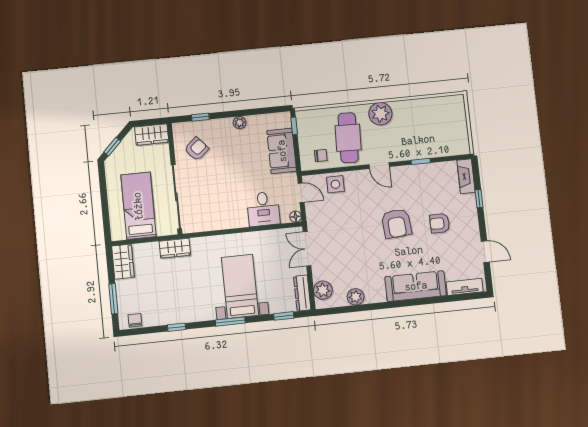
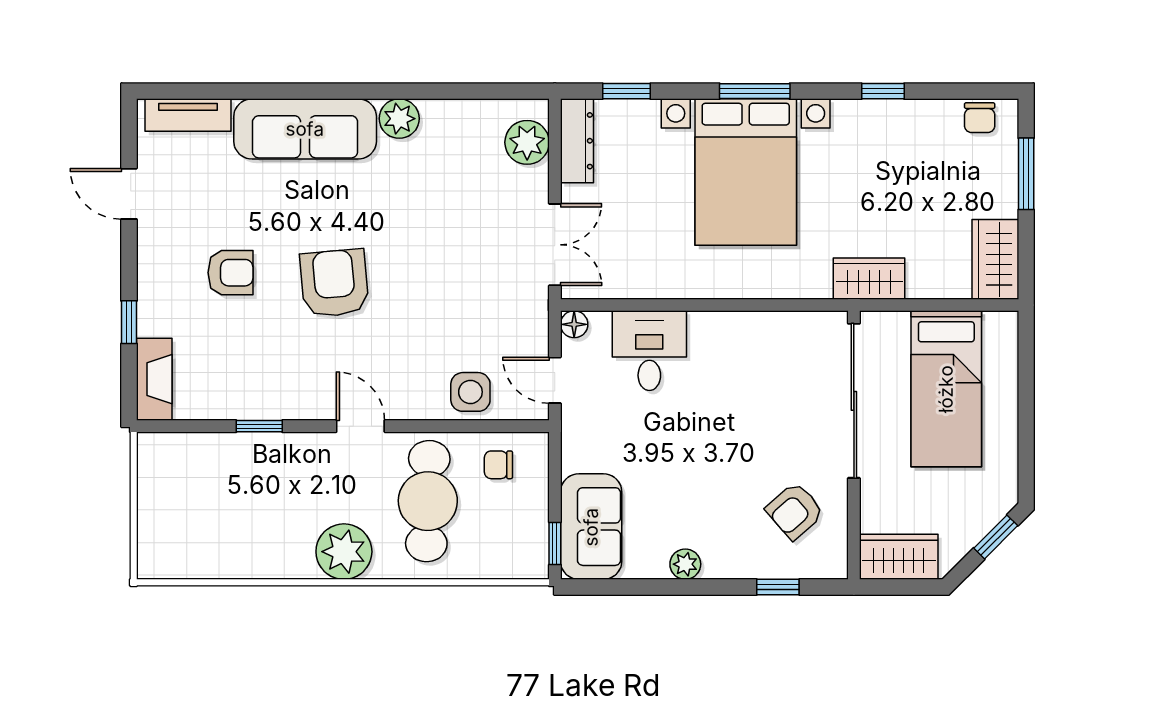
sofa: (282, 151) -> (591, 527), moved
bed with nightstands: (240, 286) -> (746, 172), width x1.36
plant: (356, 297) -> (399, 119), moved

